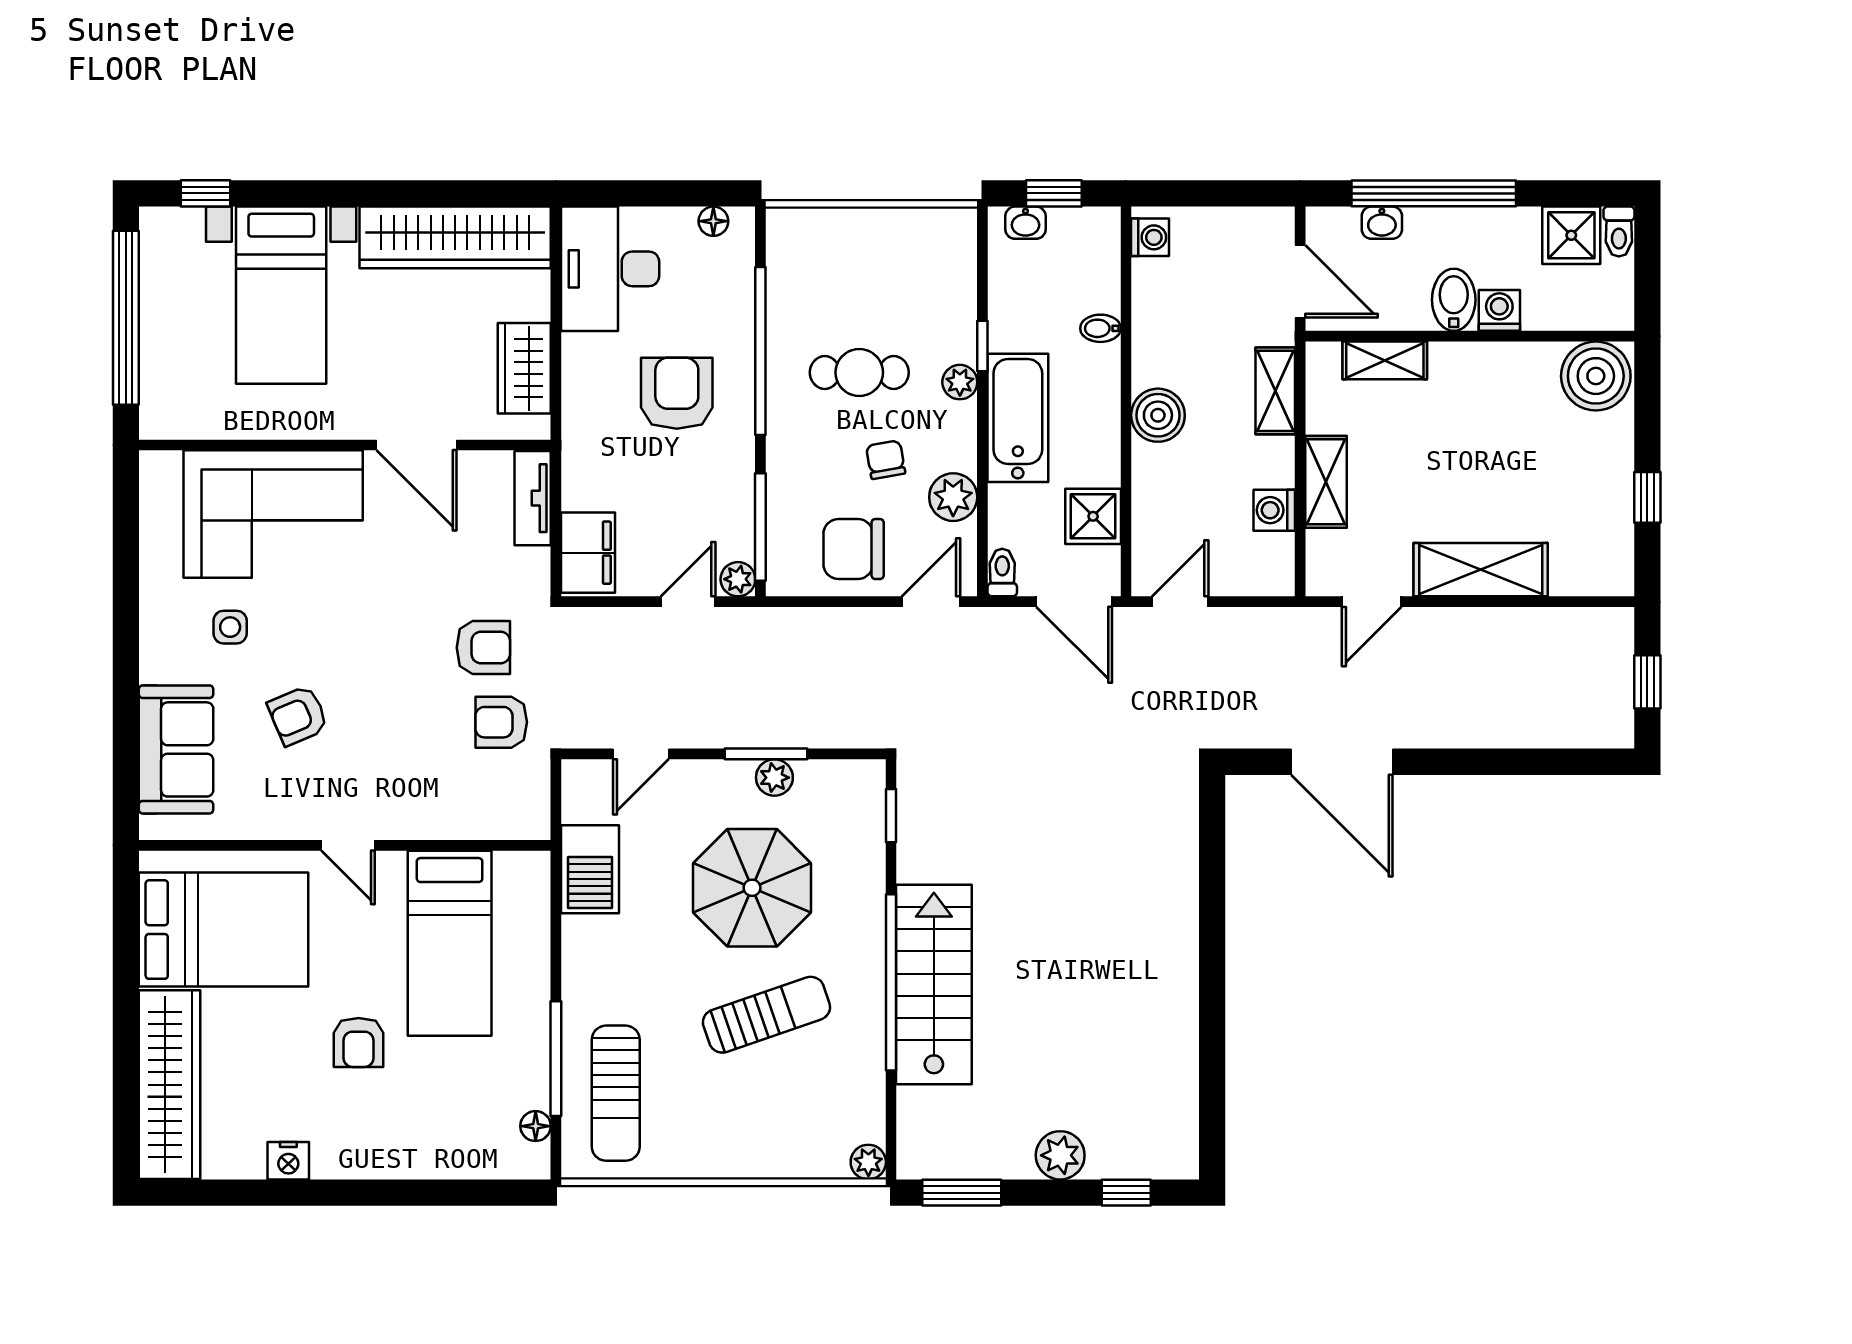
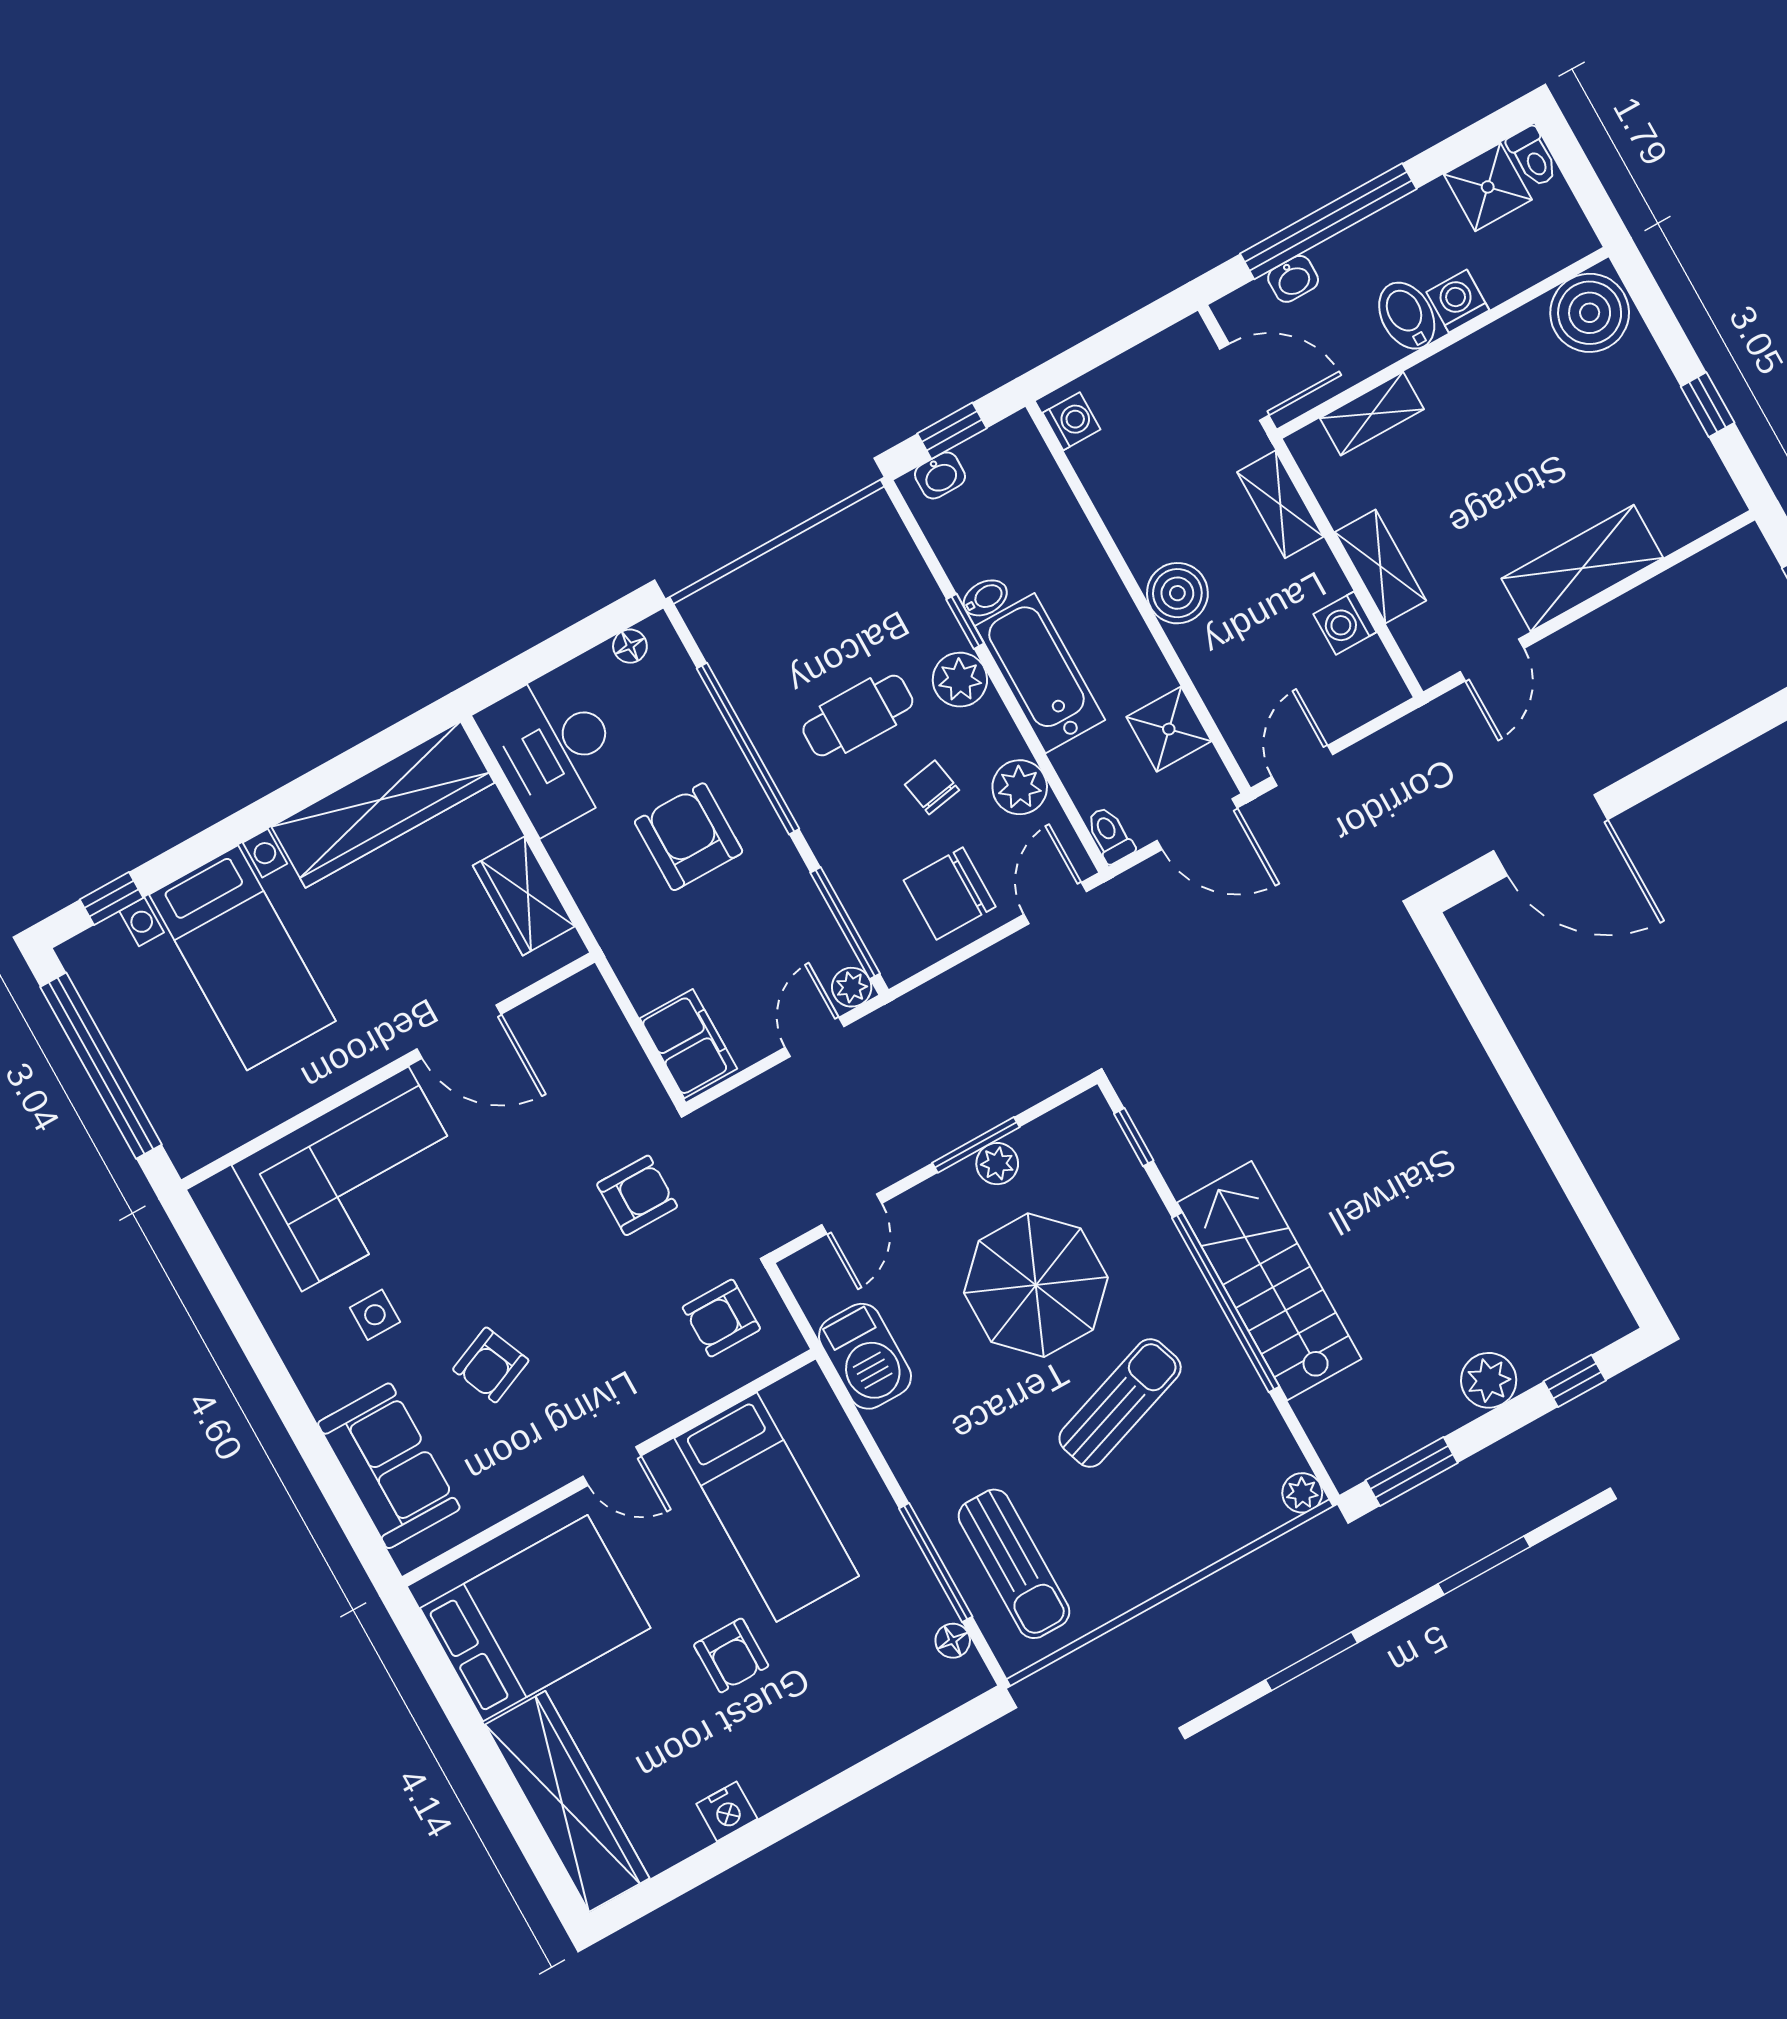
bidet: (1101, 328) -> (985, 598), moved, turned 180
plant: (960, 382) -> (960, 680), width x1.38, depth x1.38
tv unit: (533, 498) -> (604, 1020), removed
armchair: (501, 722) -> (721, 1318), moved

